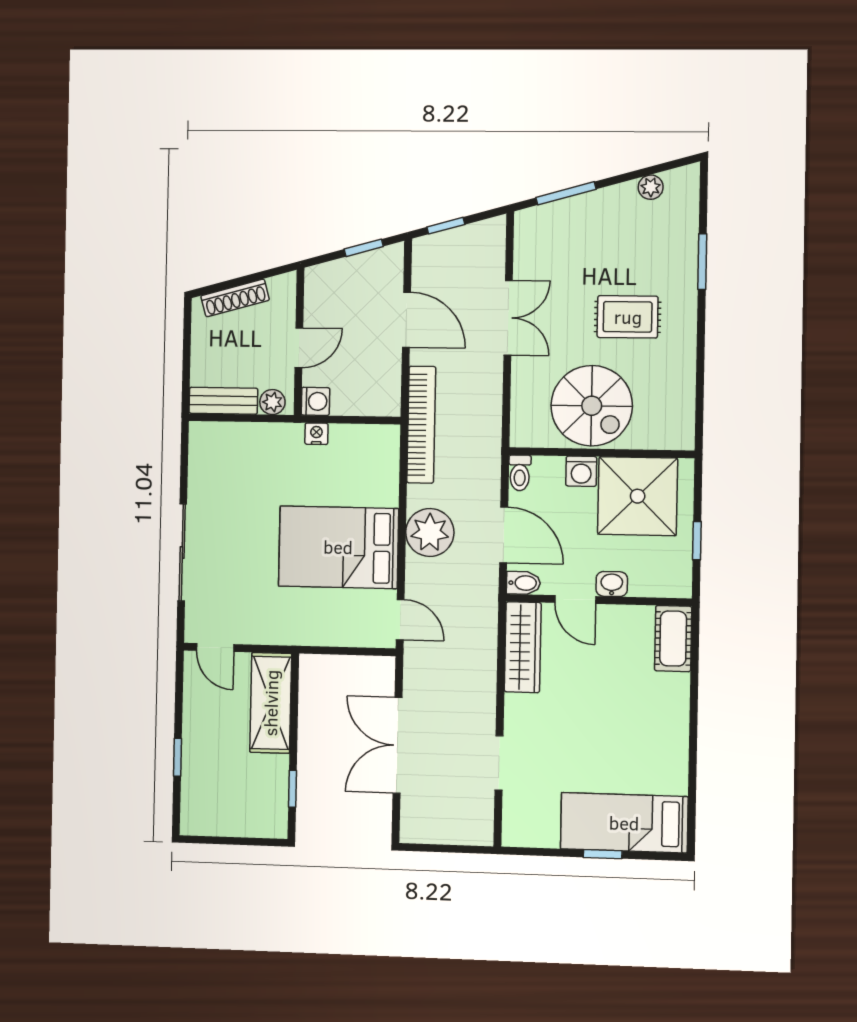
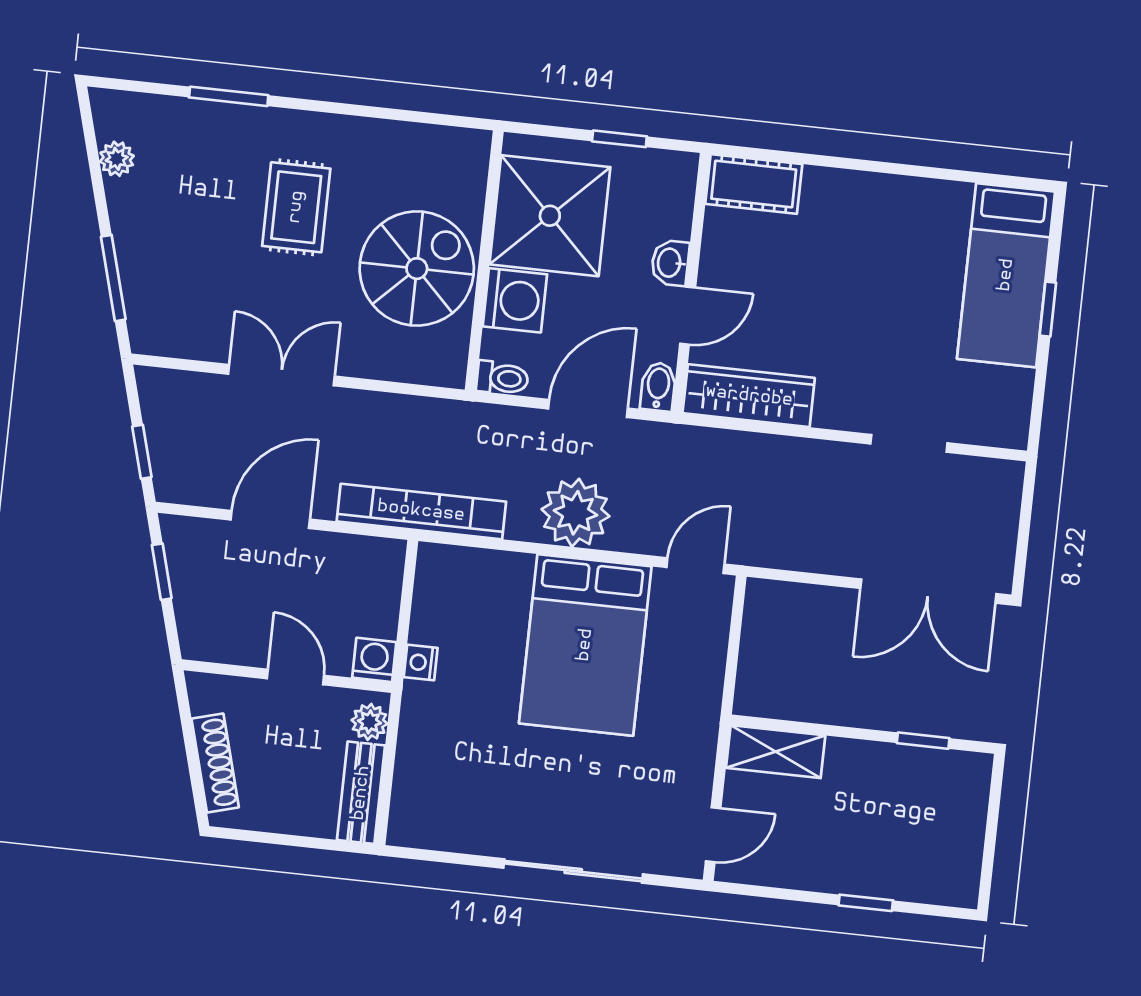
washing machine: (581, 471) -> (515, 300), width x1.38, depth x1.38
shelving: (271, 703) -> (776, 752), width x0.67, depth x0.75
double door: (397, 745) -> (928, 591), moved

